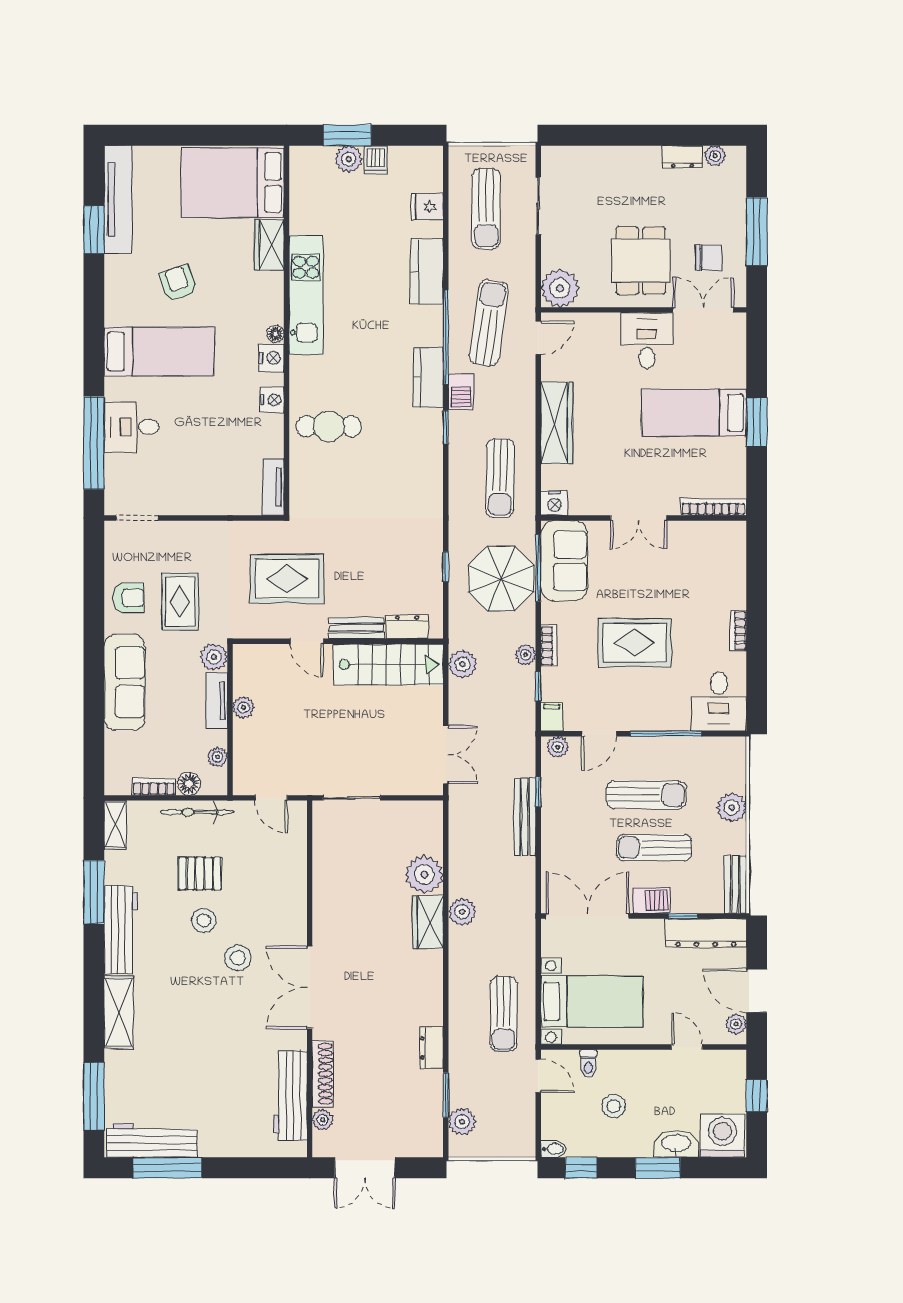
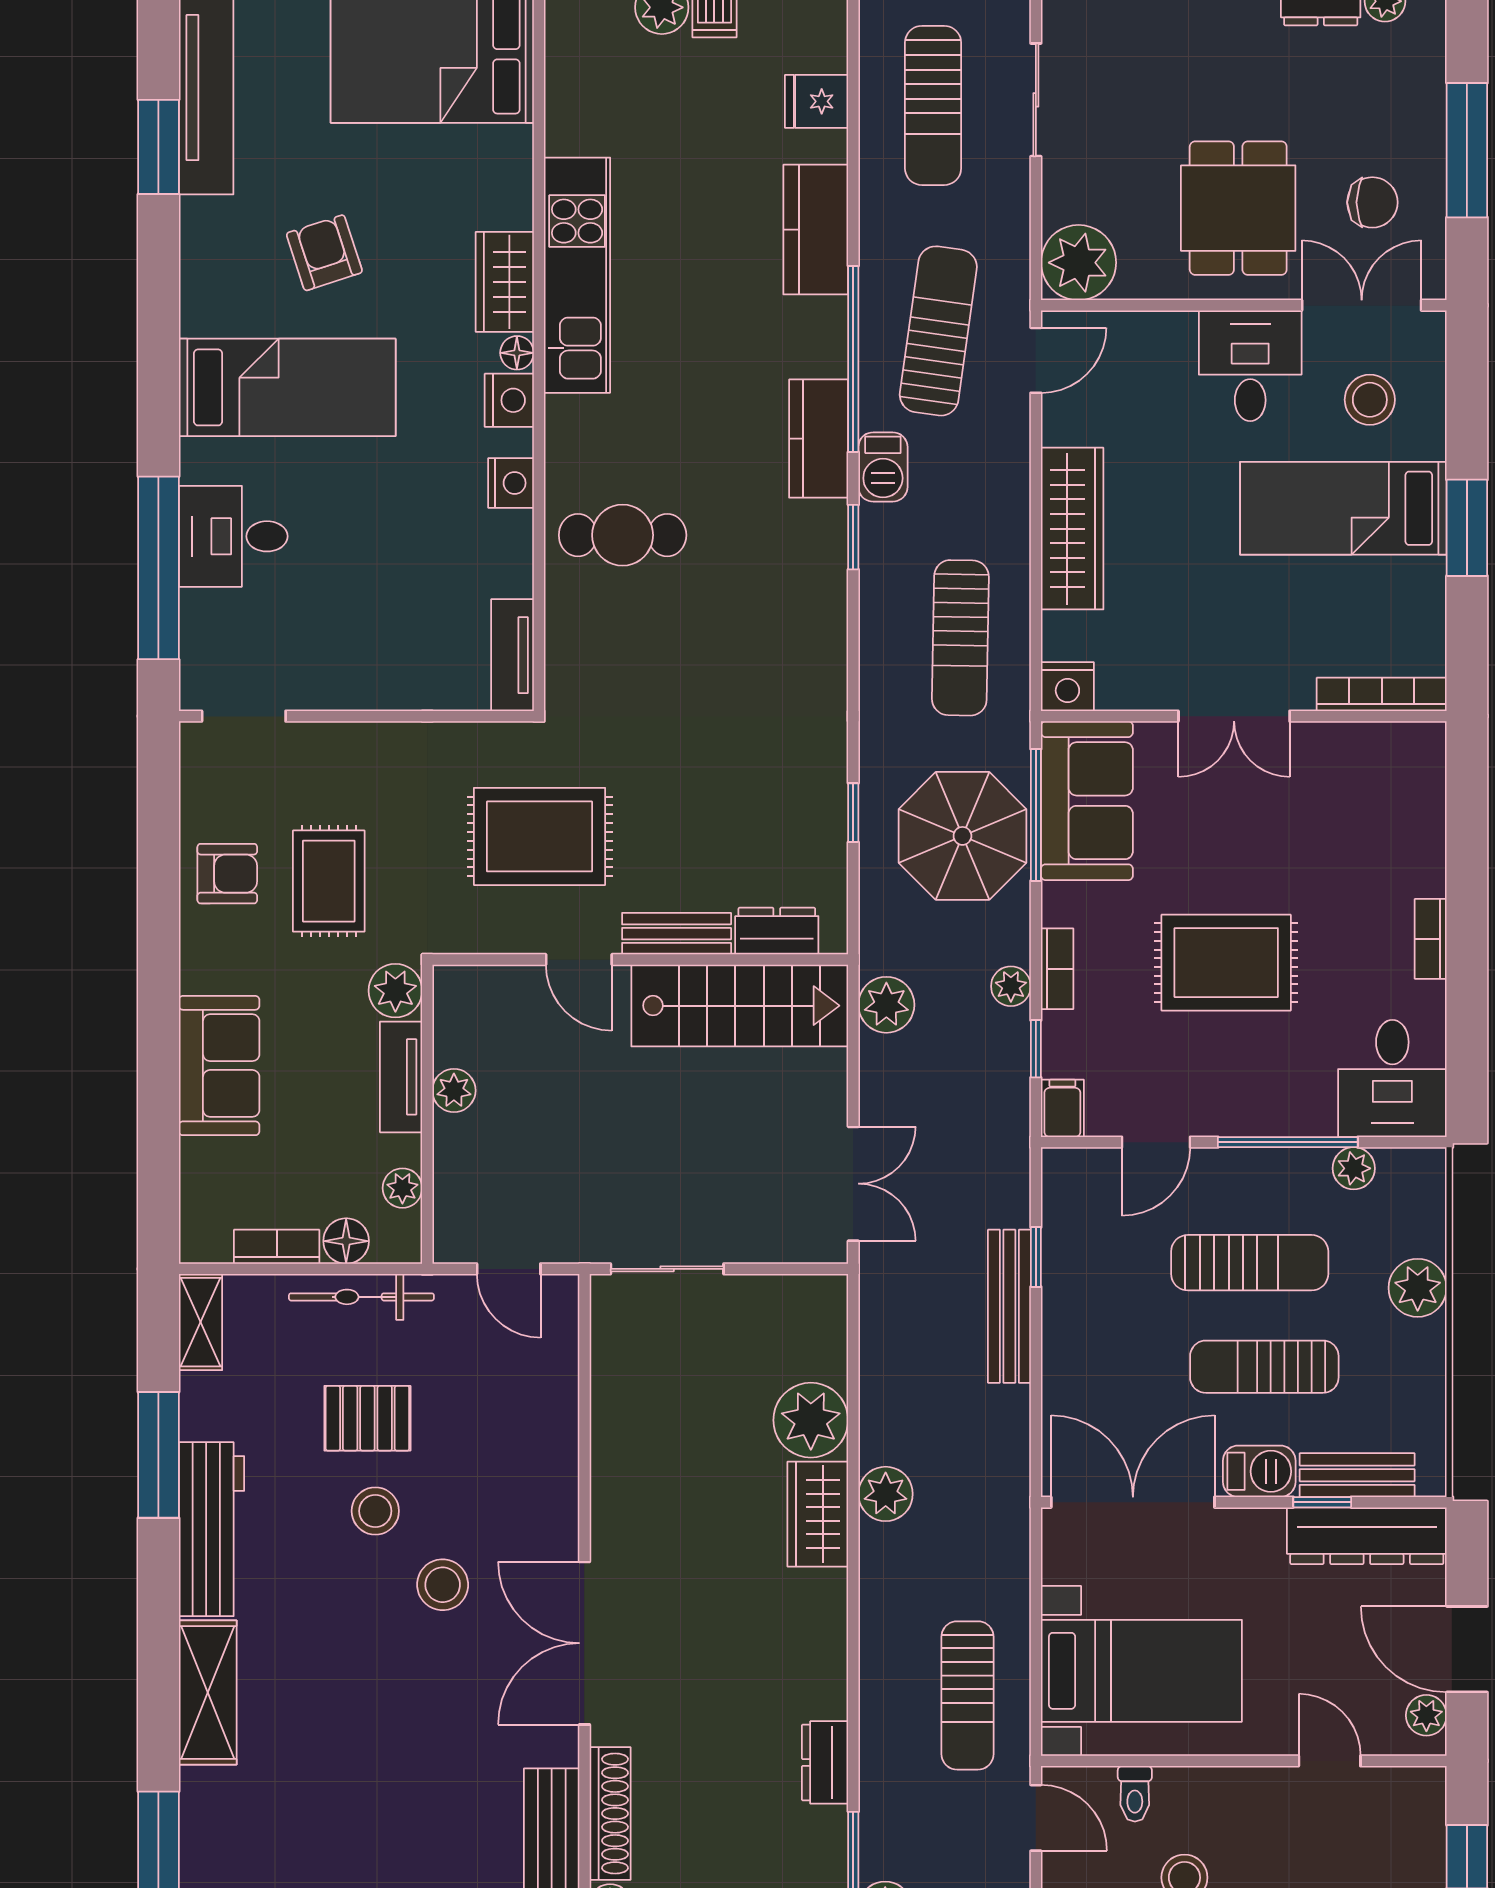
wardrobe: (269, 245) -> (505, 282), moved
stool: (707, 358) -> (1370, 400), added
sofa: (125, 682) -> (219, 1066), width x0.73
plant: (558, 747) -> (1354, 1168), moved
bench: (735, 884) -> (1357, 1475), moved, turned 90

